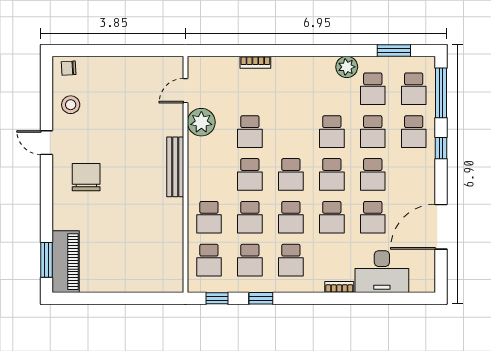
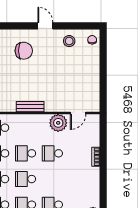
door: (186, 91) -> (78, 113), swing flipped
door: (47, 143) -> (45, 26), hinge flipped
bench: (175, 167) -> (30, 107), width x0.73

